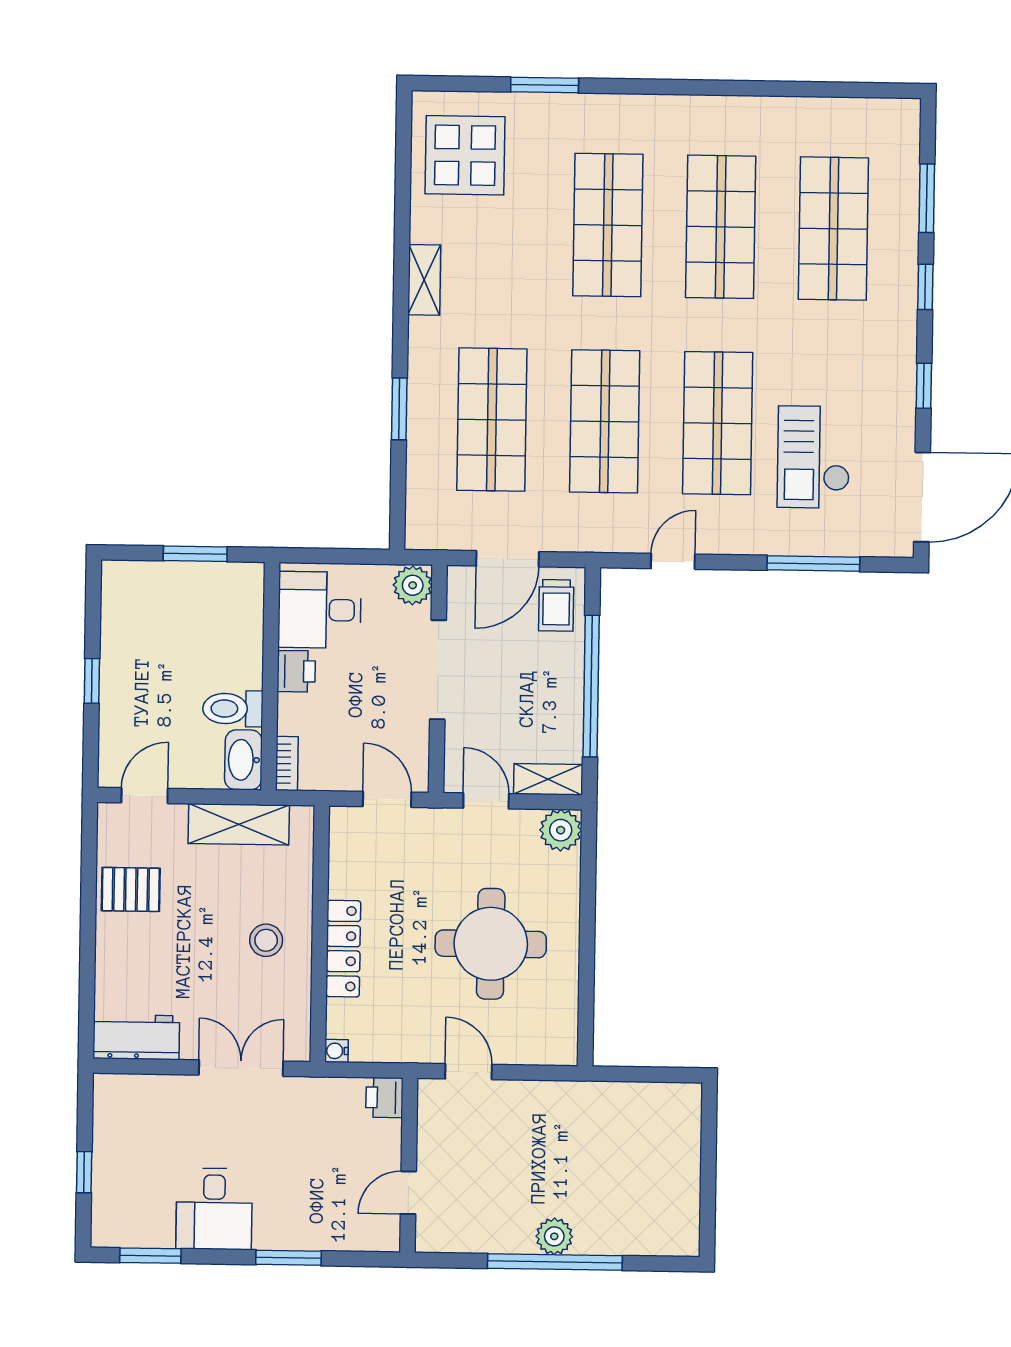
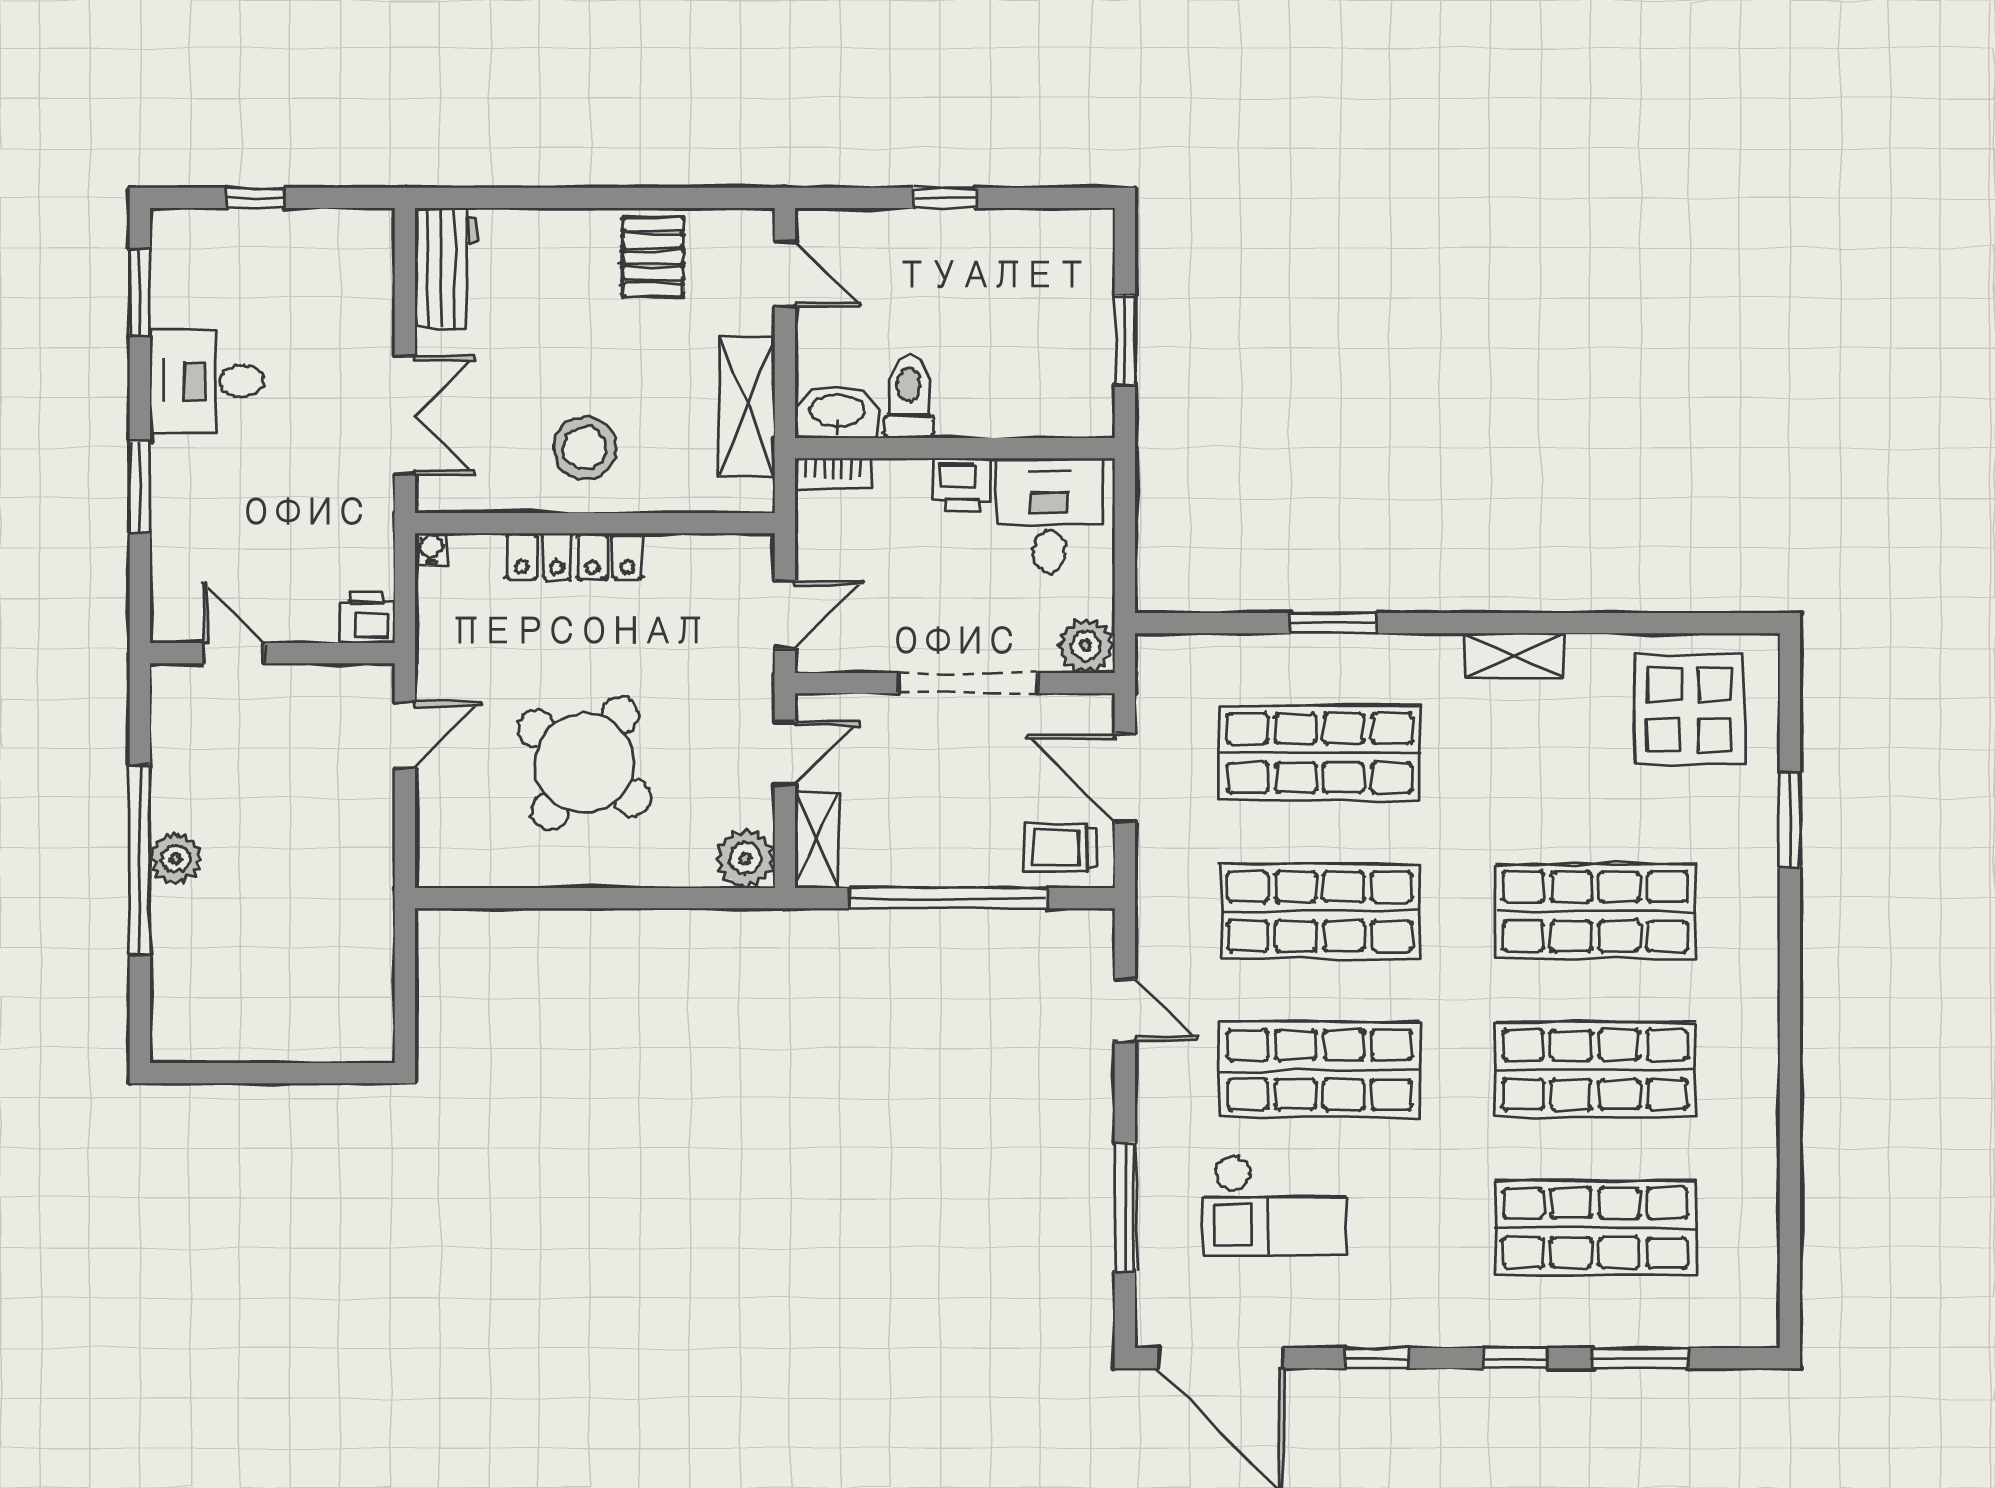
checkout: (814, 457) -> (1274, 1205), turned 180
stool: (266, 940) -> (585, 448), width x1.38, depth x1.38
round table: (491, 944) -> (585, 763), turned 36

